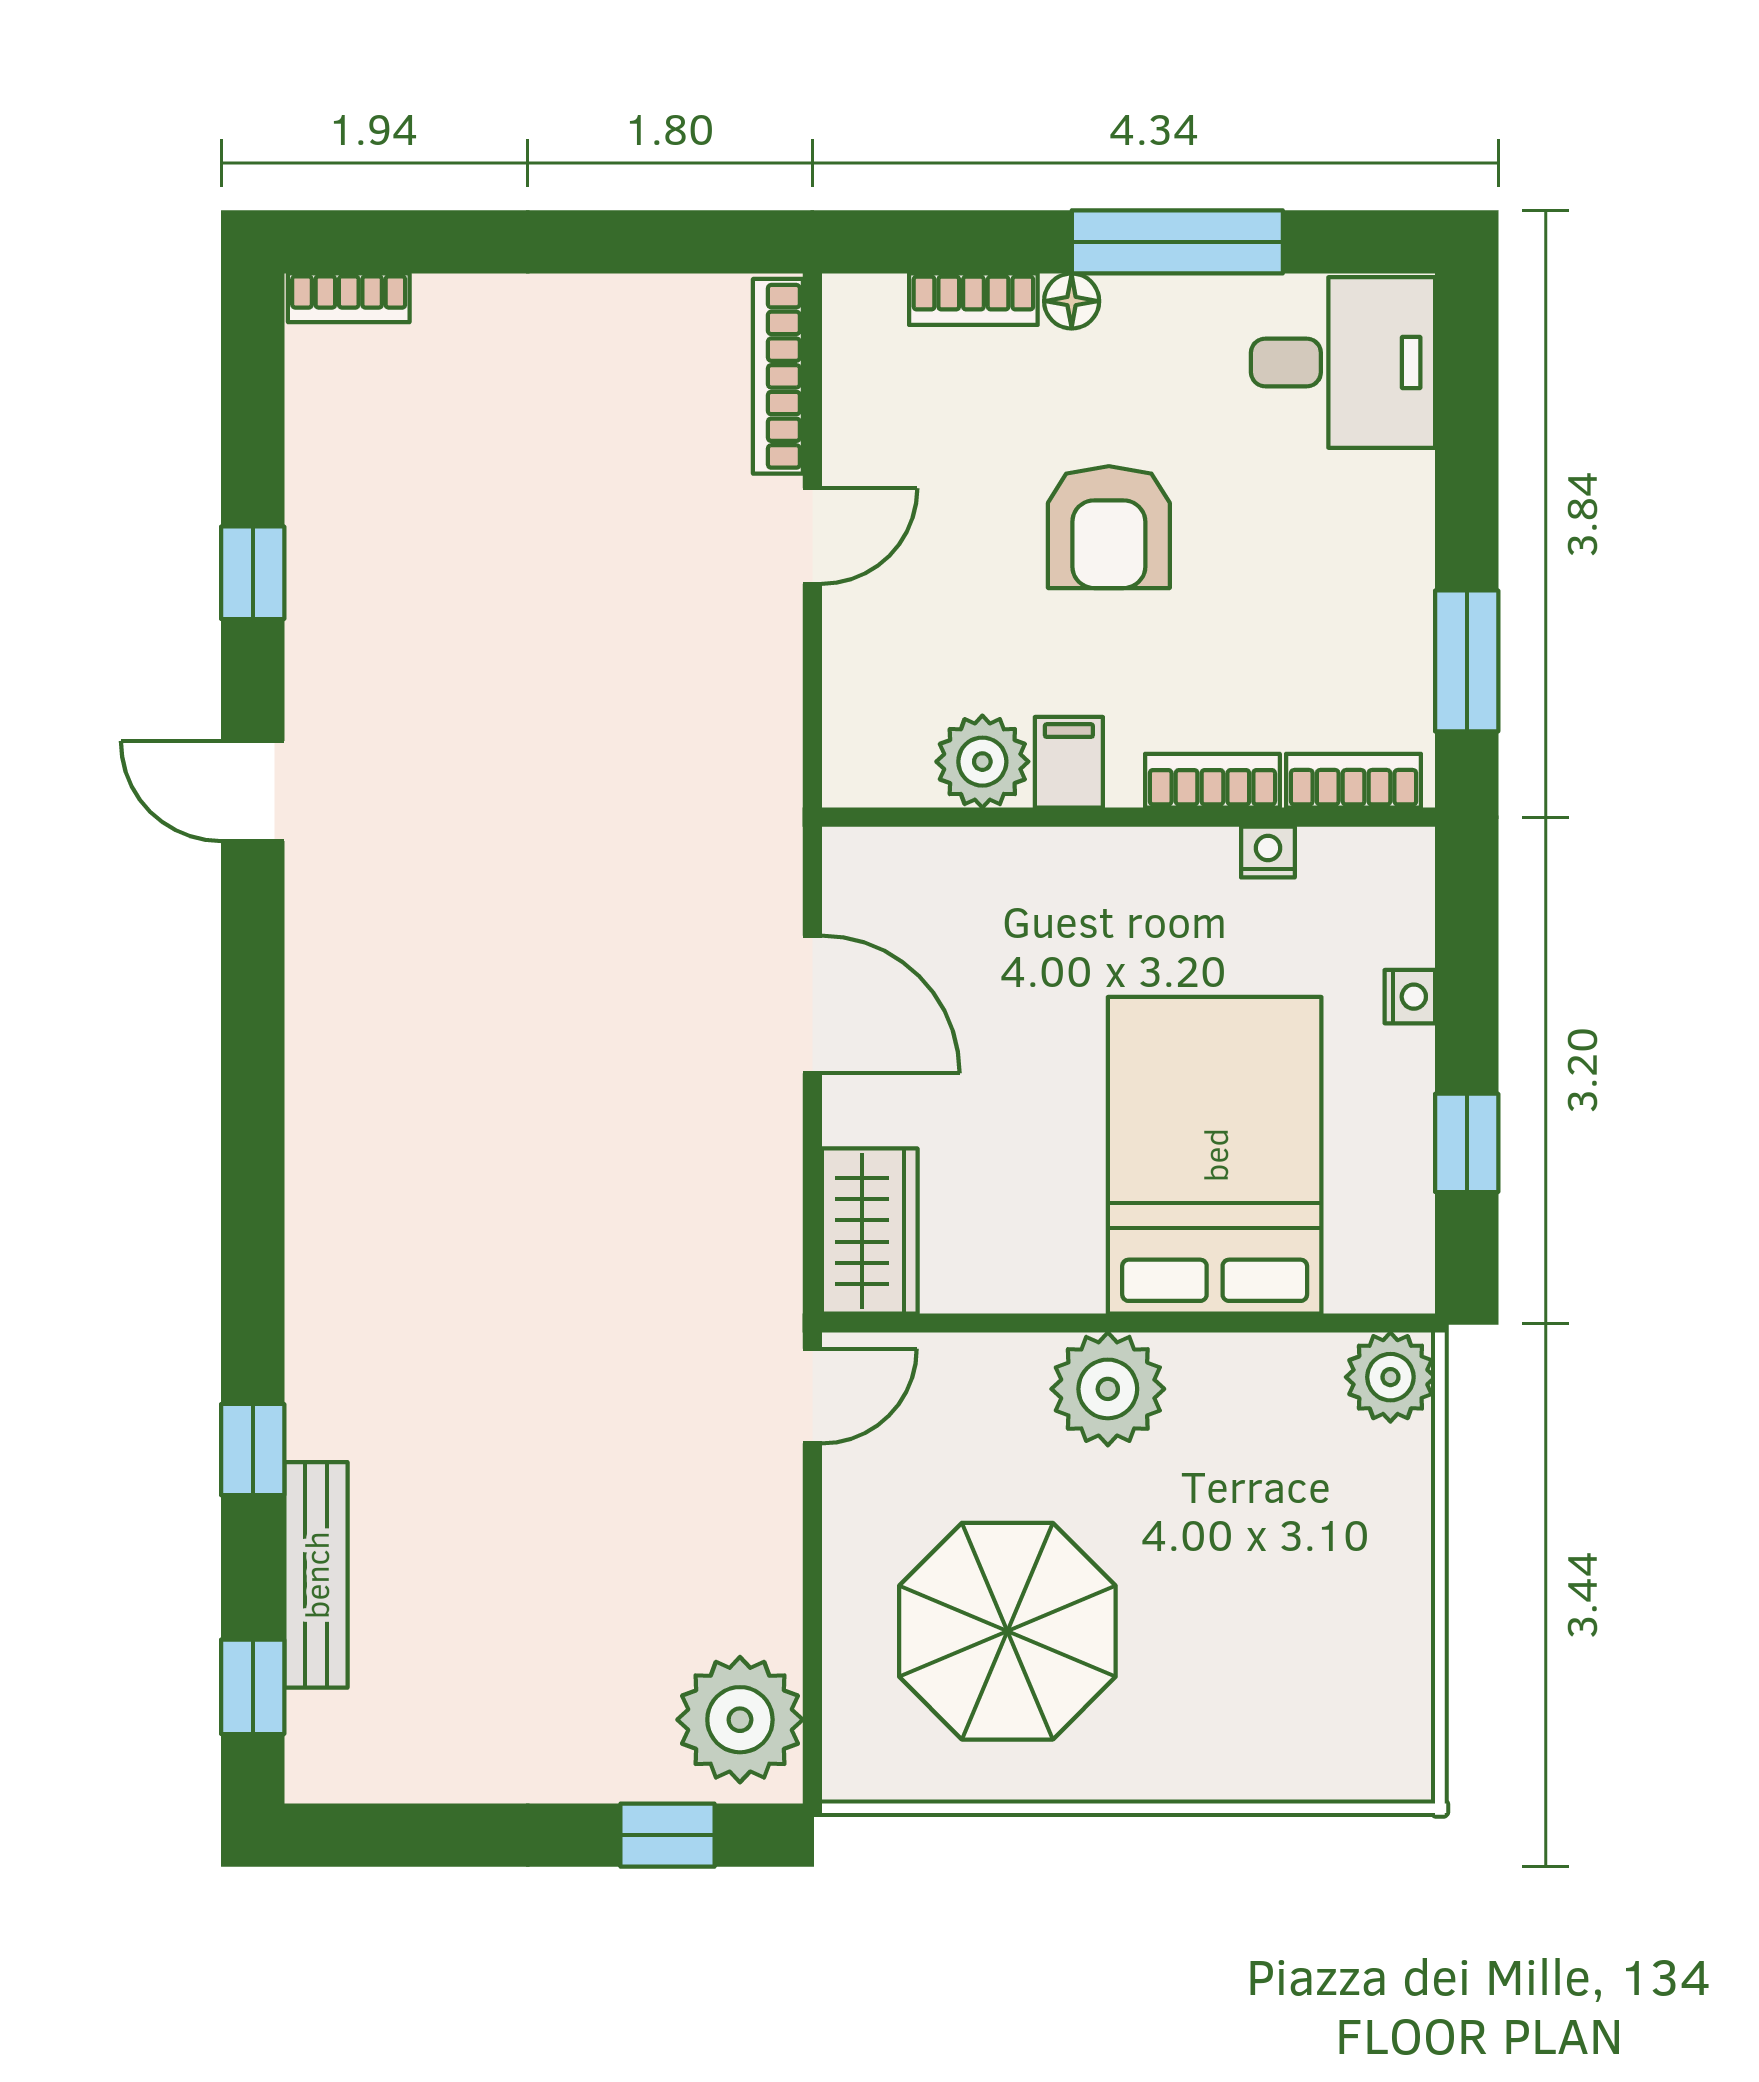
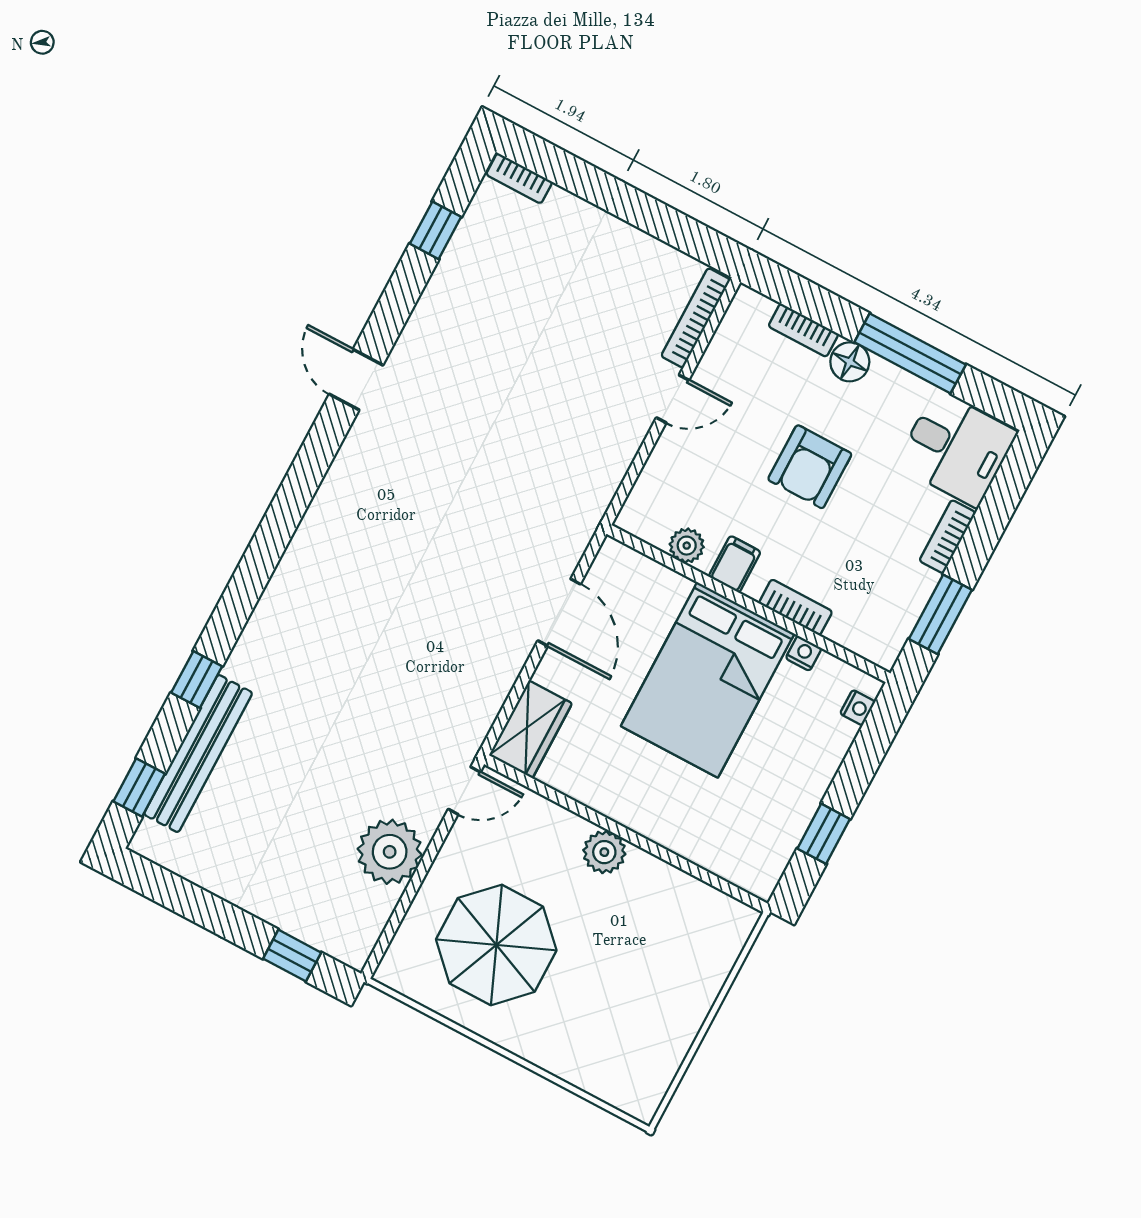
floor lamp: (1072, 301) -> (850, 362), width x1.37, depth x1.37
window: (253, 573) -> (435, 230), moved
plant: (982, 762) -> (687, 546), width x0.73, depth x0.73
bookcase: (1354, 781) -> (947, 537), moved, turned -90
nightstand: (1410, 997) -> (858, 708), moved
bed: (1215, 1155) -> (708, 680), moved, turned 180
plant: (1390, 1377) -> (732, 922), removed
plant: (1108, 1389) -> (604, 852), width x0.73, depth x0.73
bench: (316, 1575) -> (198, 754), width x1.37, depth x1.21
plant: (740, 1720) -> (390, 852), moved

